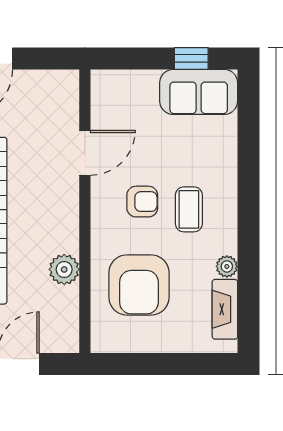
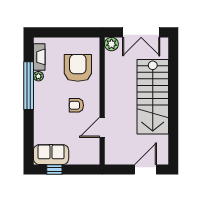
coffee table: (189, 209) -> (55, 102), removed
window: (249, 245) -> (29, 86), added
plant: (64, 269) -> (111, 44), moved

